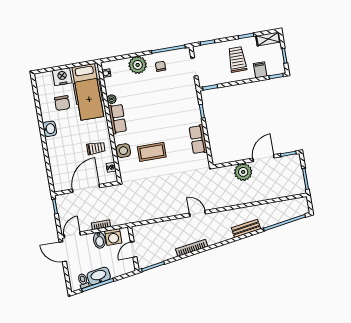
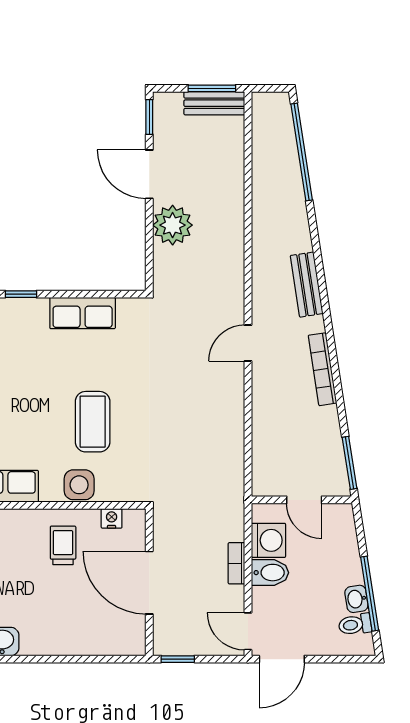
bench: (299, 181) -> (214, 103), added
bench: (246, 228) -> (307, 285), moved
washbasin: (99, 276) -> (356, 599), width x0.52, depth x0.69

